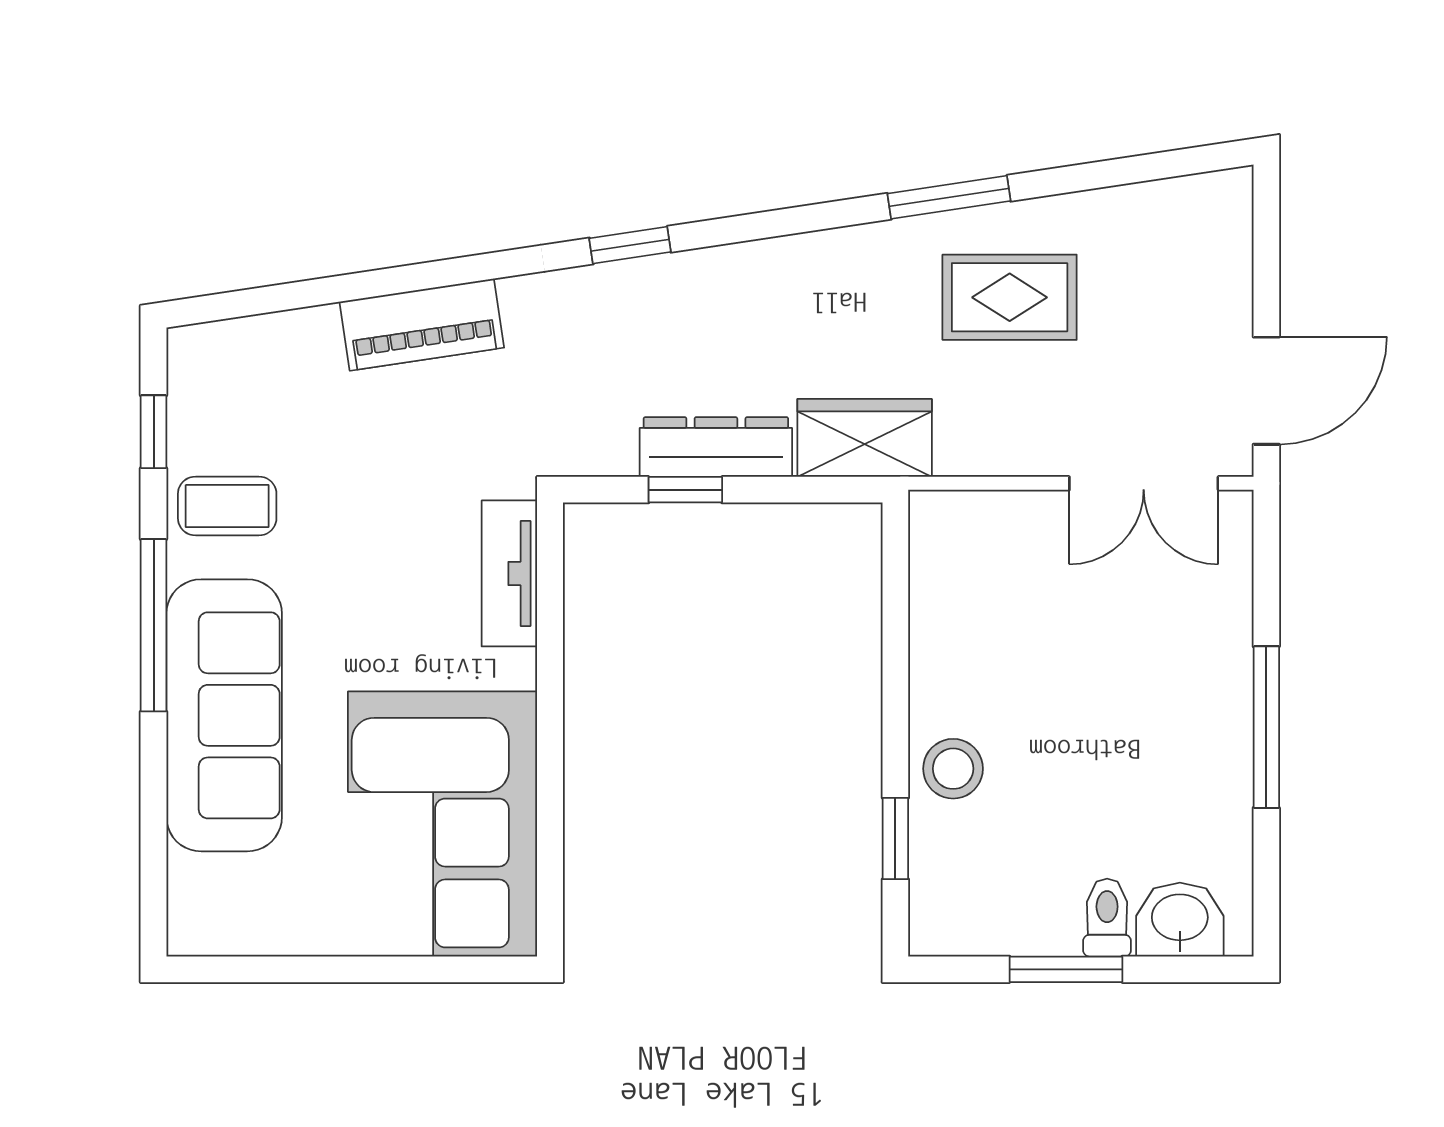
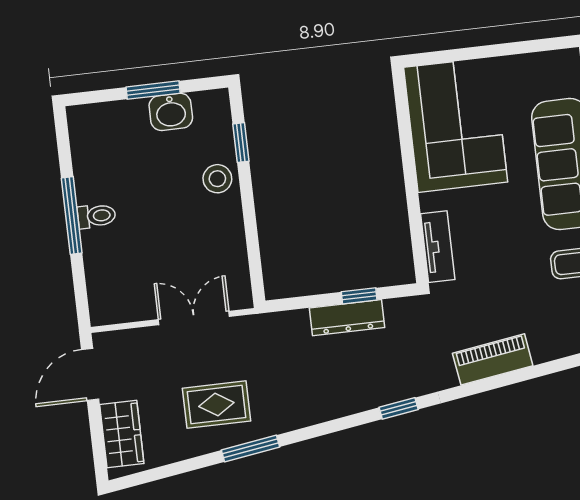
wardrobe: (865, 438) -> (122, 434), moved, turned -90
double door: (1144, 483) -> (194, 318), moved
toilet: (1107, 918) -> (97, 216), moved, turned -90
washbasin: (1180, 920) -> (171, 112), moved

